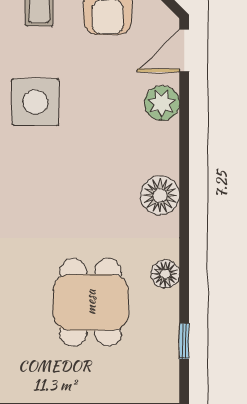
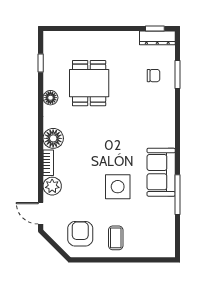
door: (184, 51) -> (41, 213), swing flipped
bookcase: (169, 148) -> (48, 163), added

